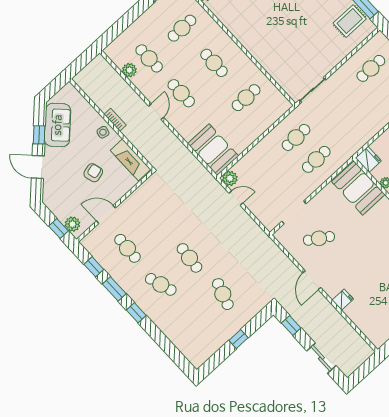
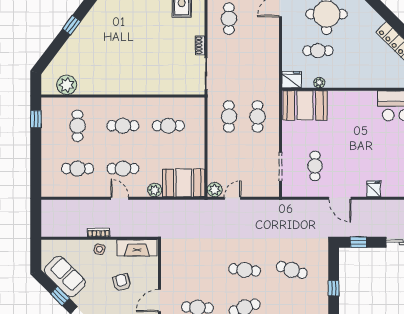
shoe rack: (330, 65) -> (200, 45), added
plant: (129, 70) -> (155, 190), moved
cafe table: (246, 98) -> (168, 126), turned 90
cafe table: (319, 238) -> (315, 166), turned -33

